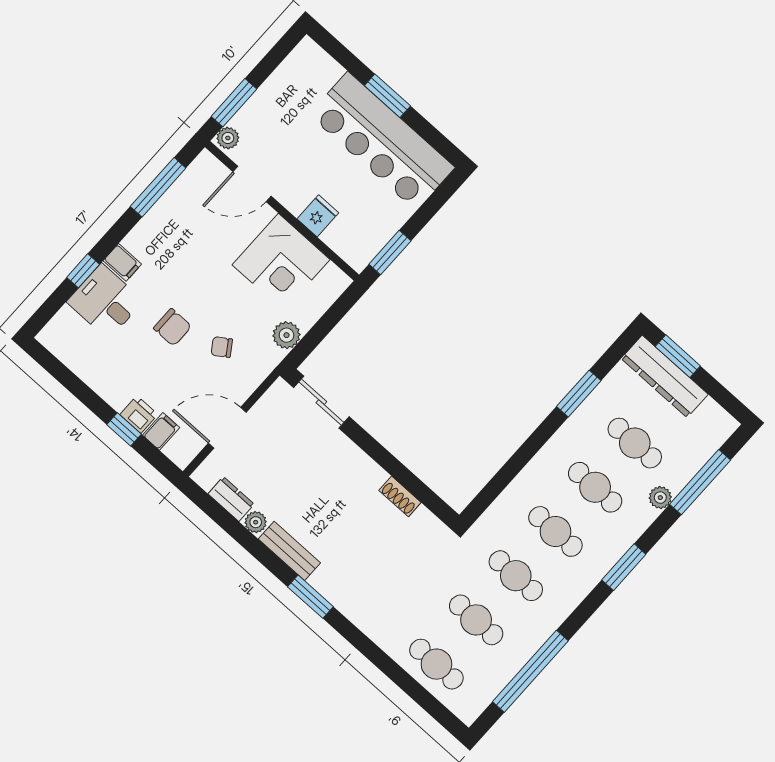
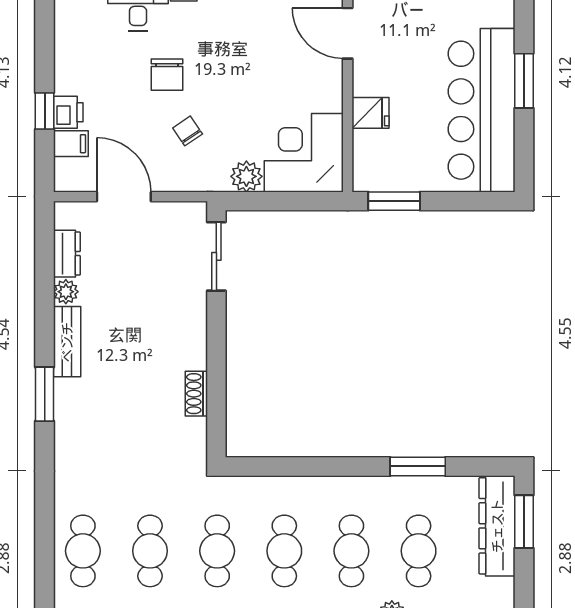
corner desk: (281, 262) -> (304, 153), moved, turned 90

